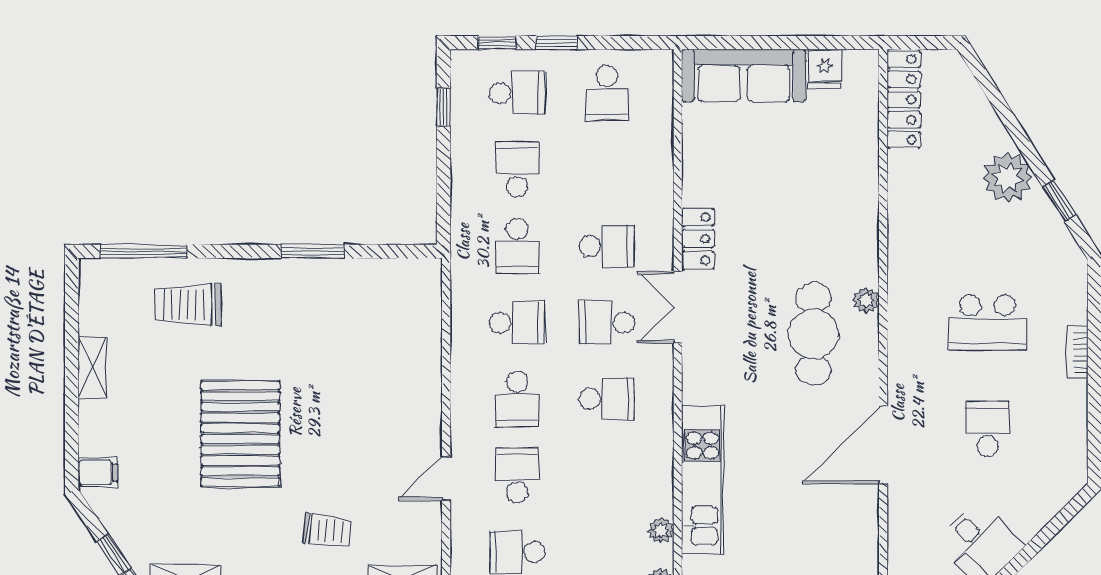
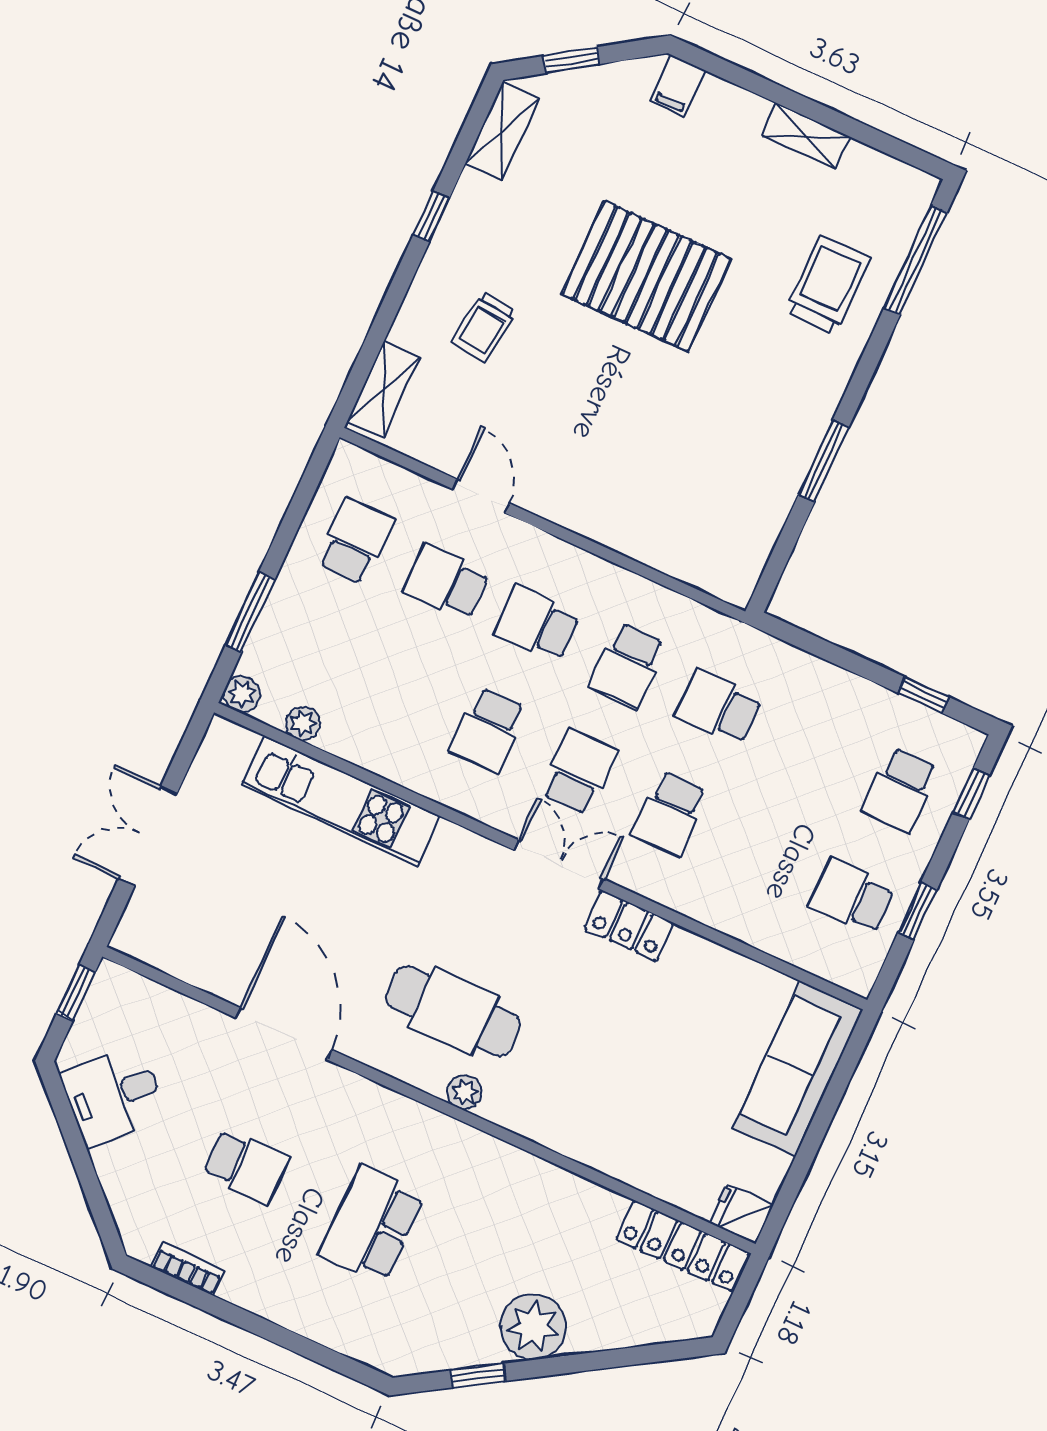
window: (556, 43) -> (917, 911), moved
fridge: (825, 69) -> (741, 1214), moved
school desk: (517, 170) -> (809, 749), removed
bookcase: (1077, 353) -> (188, 1269), moved
school desk: (517, 475) -> (446, 582), turned 180

